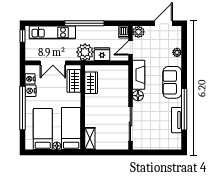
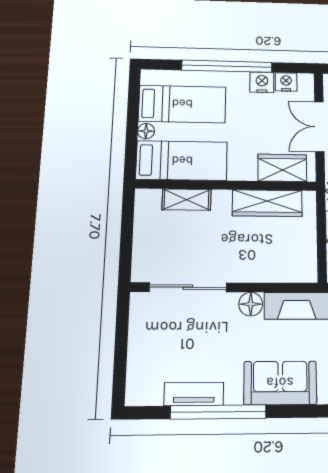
wardrobe: (91, 83) -> (267, 203), width x1.50
shelving: (90, 139) -> (187, 200), moved

